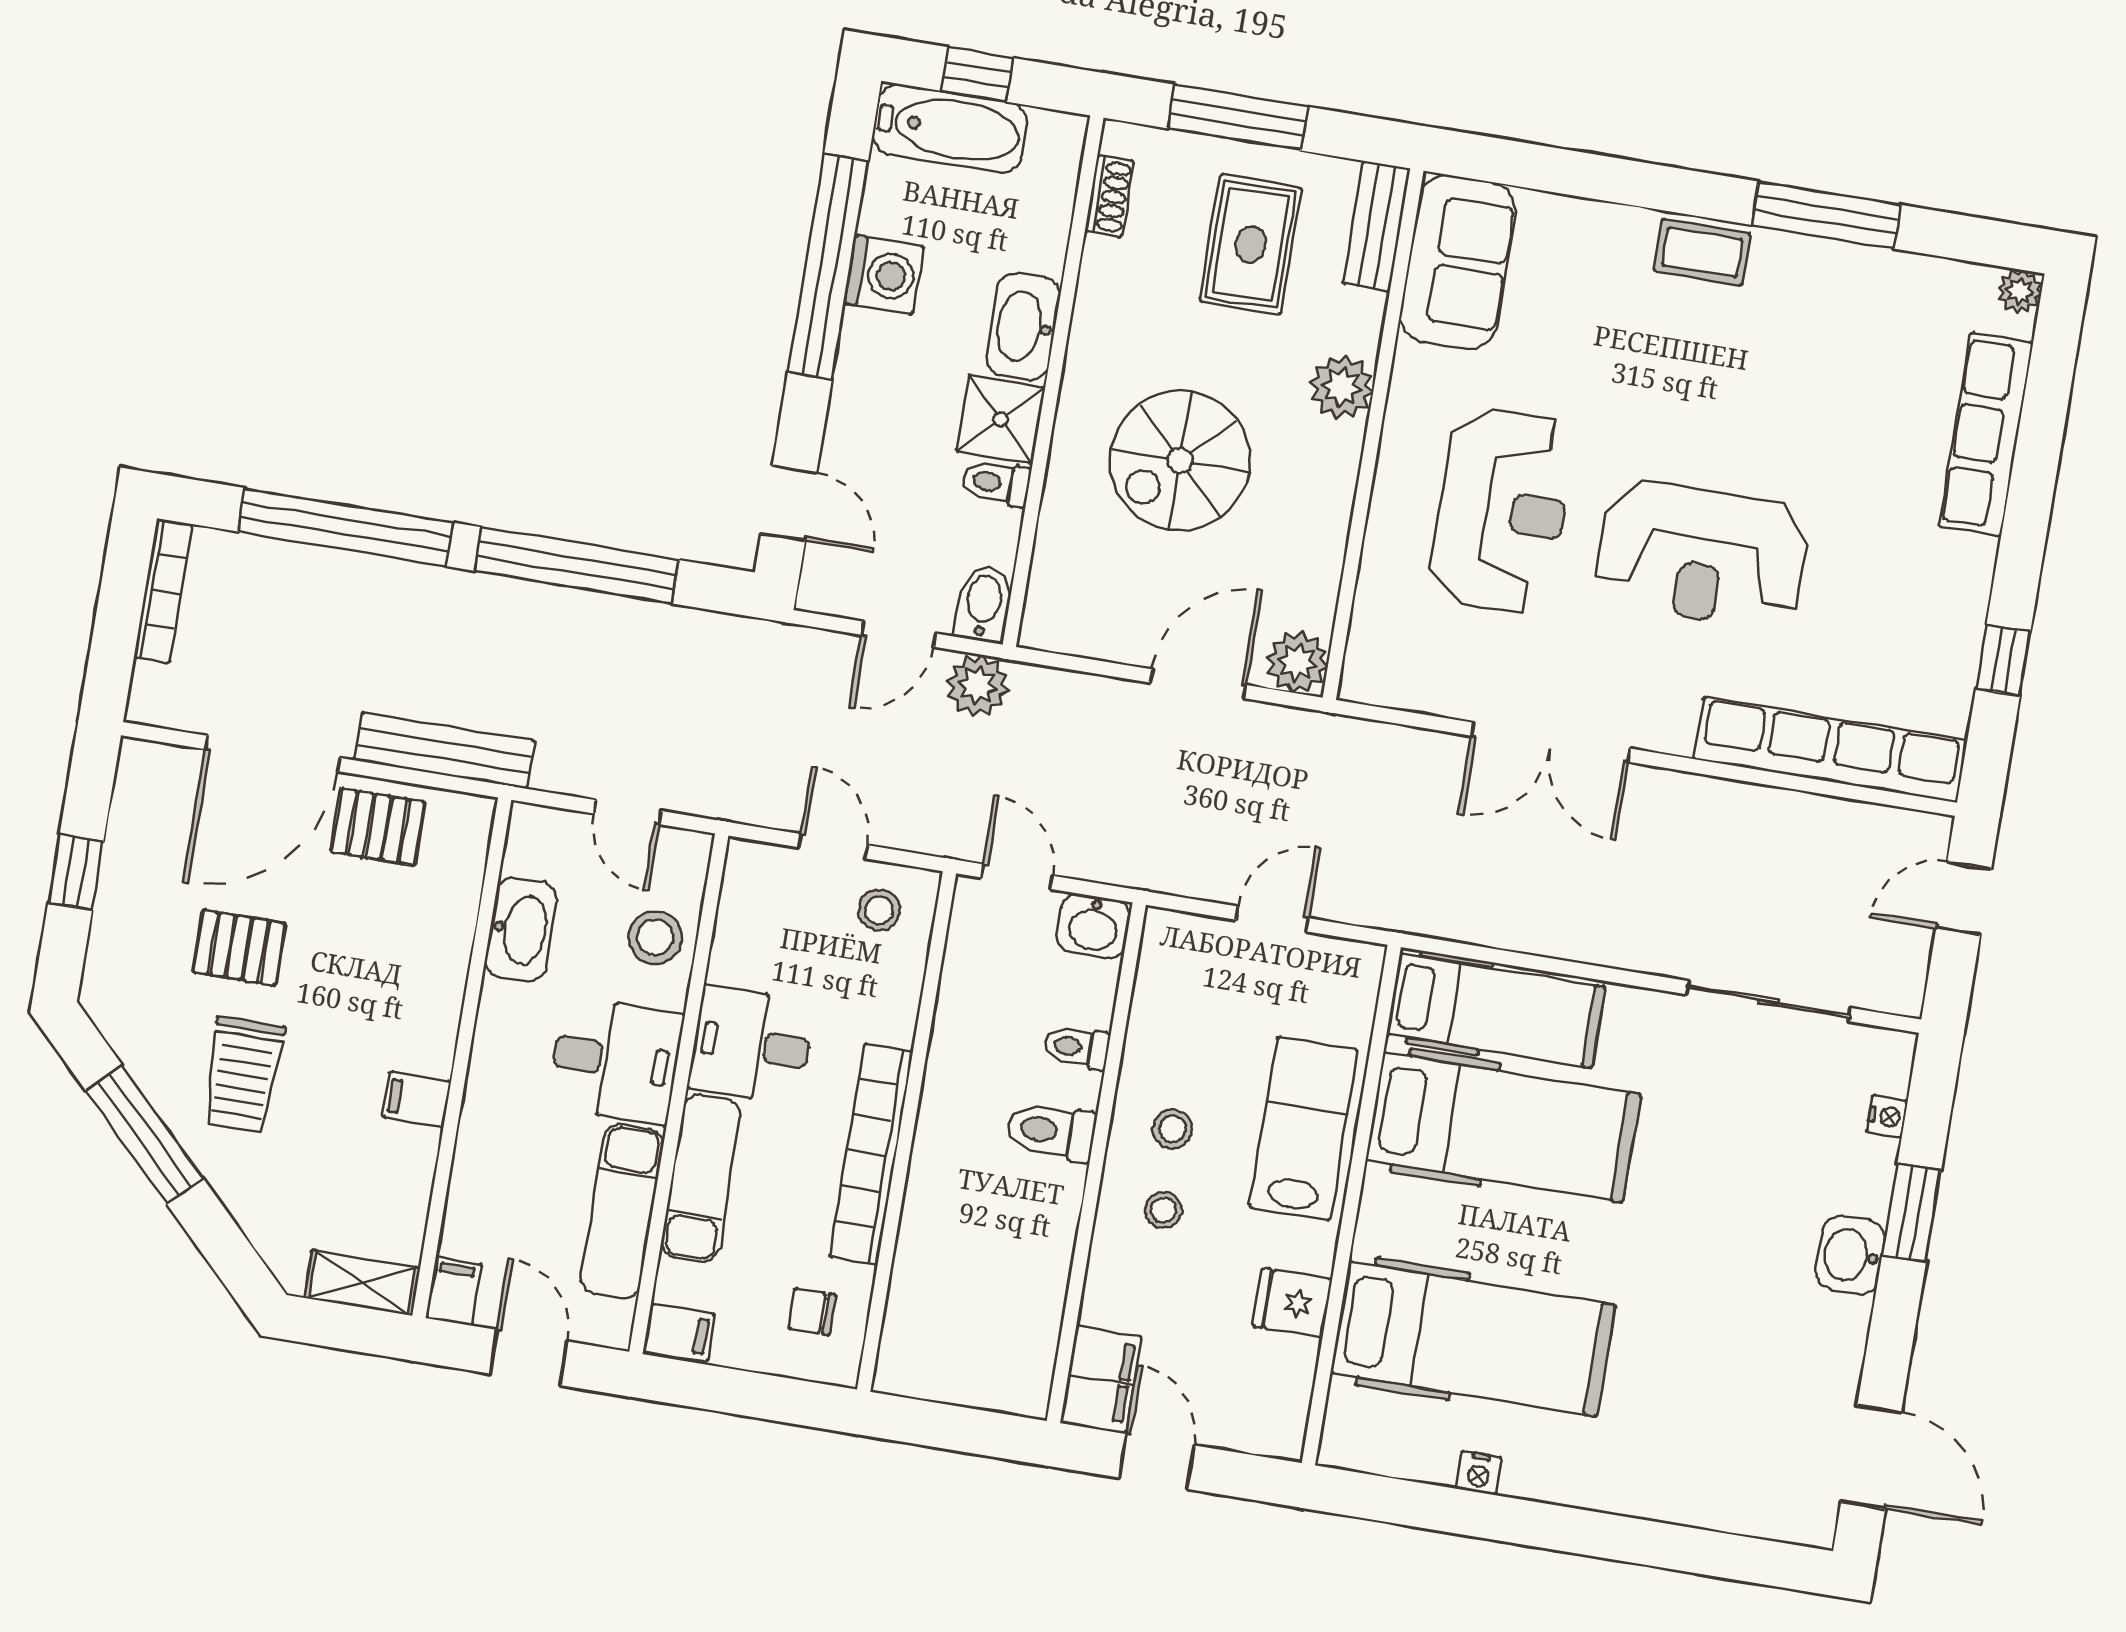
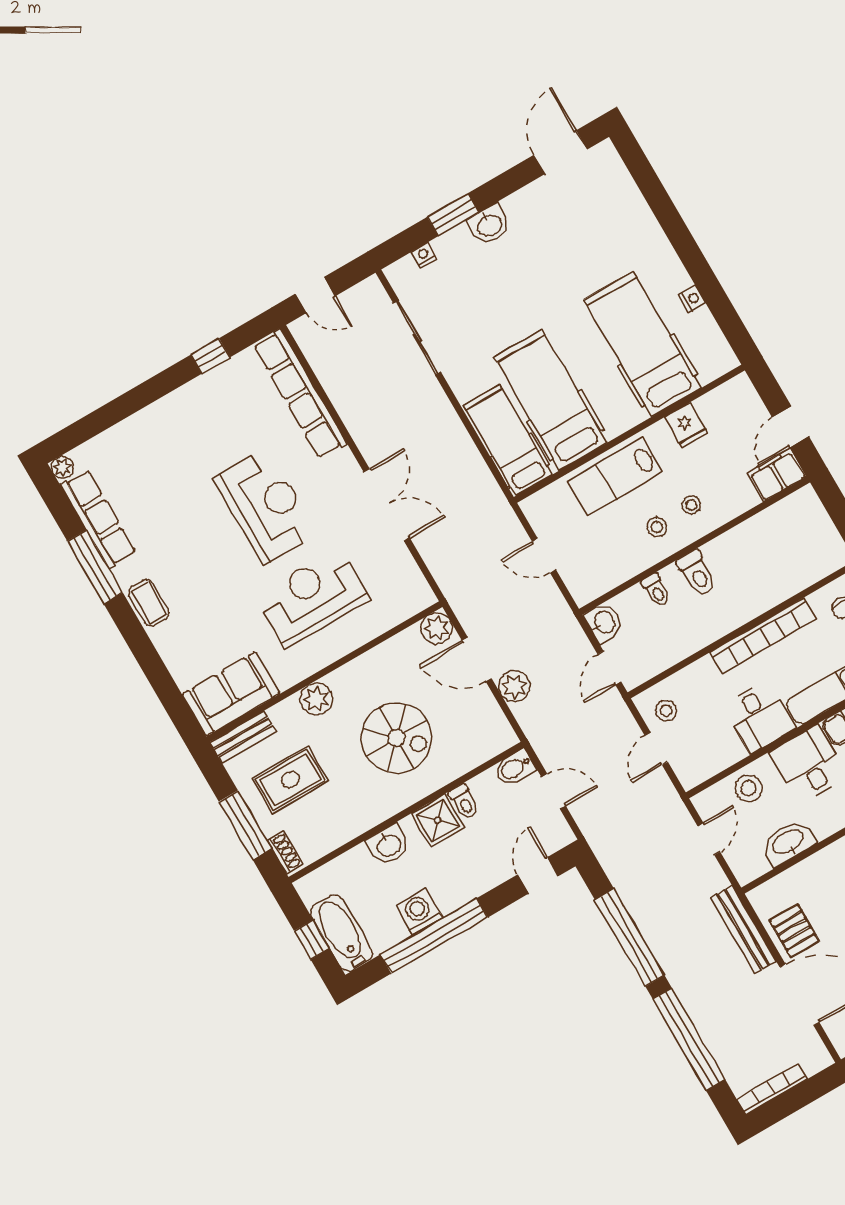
shoe rack: (1109, 196) -> (285, 852), moved, turned 90
washbasin: (1023, 327) -> (388, 845), width x0.72
row of seats: (1986, 434) -> (98, 519), moved, turned -90
plant: (978, 686) -> (514, 686), moved

